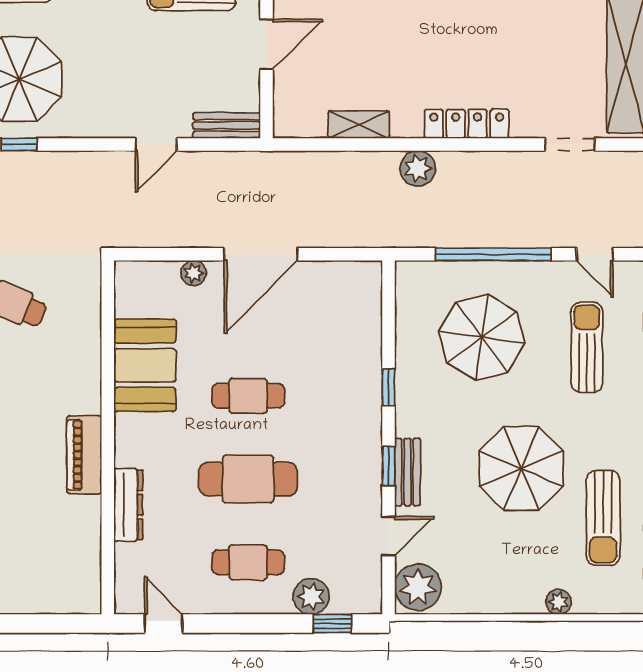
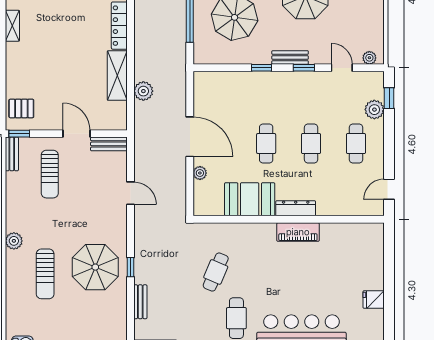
bench: (227, 125) -> (109, 144), moved, turned 90
shelving: (359, 125) -> (117, 76), width x1.50, depth x1.33
plant: (418, 168) -> (143, 91), moved
bench: (408, 472) -> (290, 58), moved
cafe table: (248, 479) -> (311, 144), width x0.73, depth x0.74
dresser: (128, 505) -> (296, 208), moved
plant: (418, 587) -> (369, 58), width x0.53, depth x0.53

